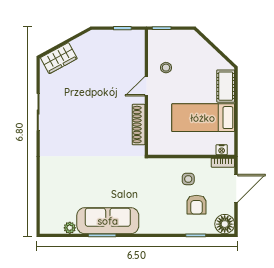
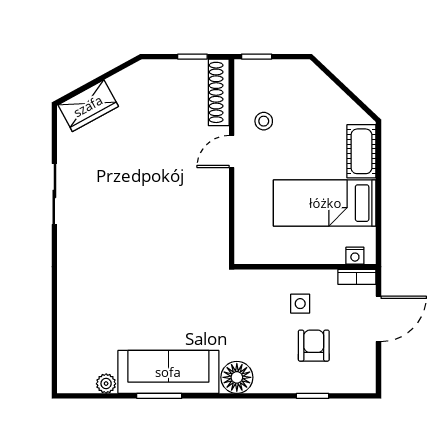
shoe rack: (139, 125) -> (219, 92), moved
armchair: (197, 205) -> (314, 346), turned 180
floor lamp: (225, 224) -> (237, 377), moved

